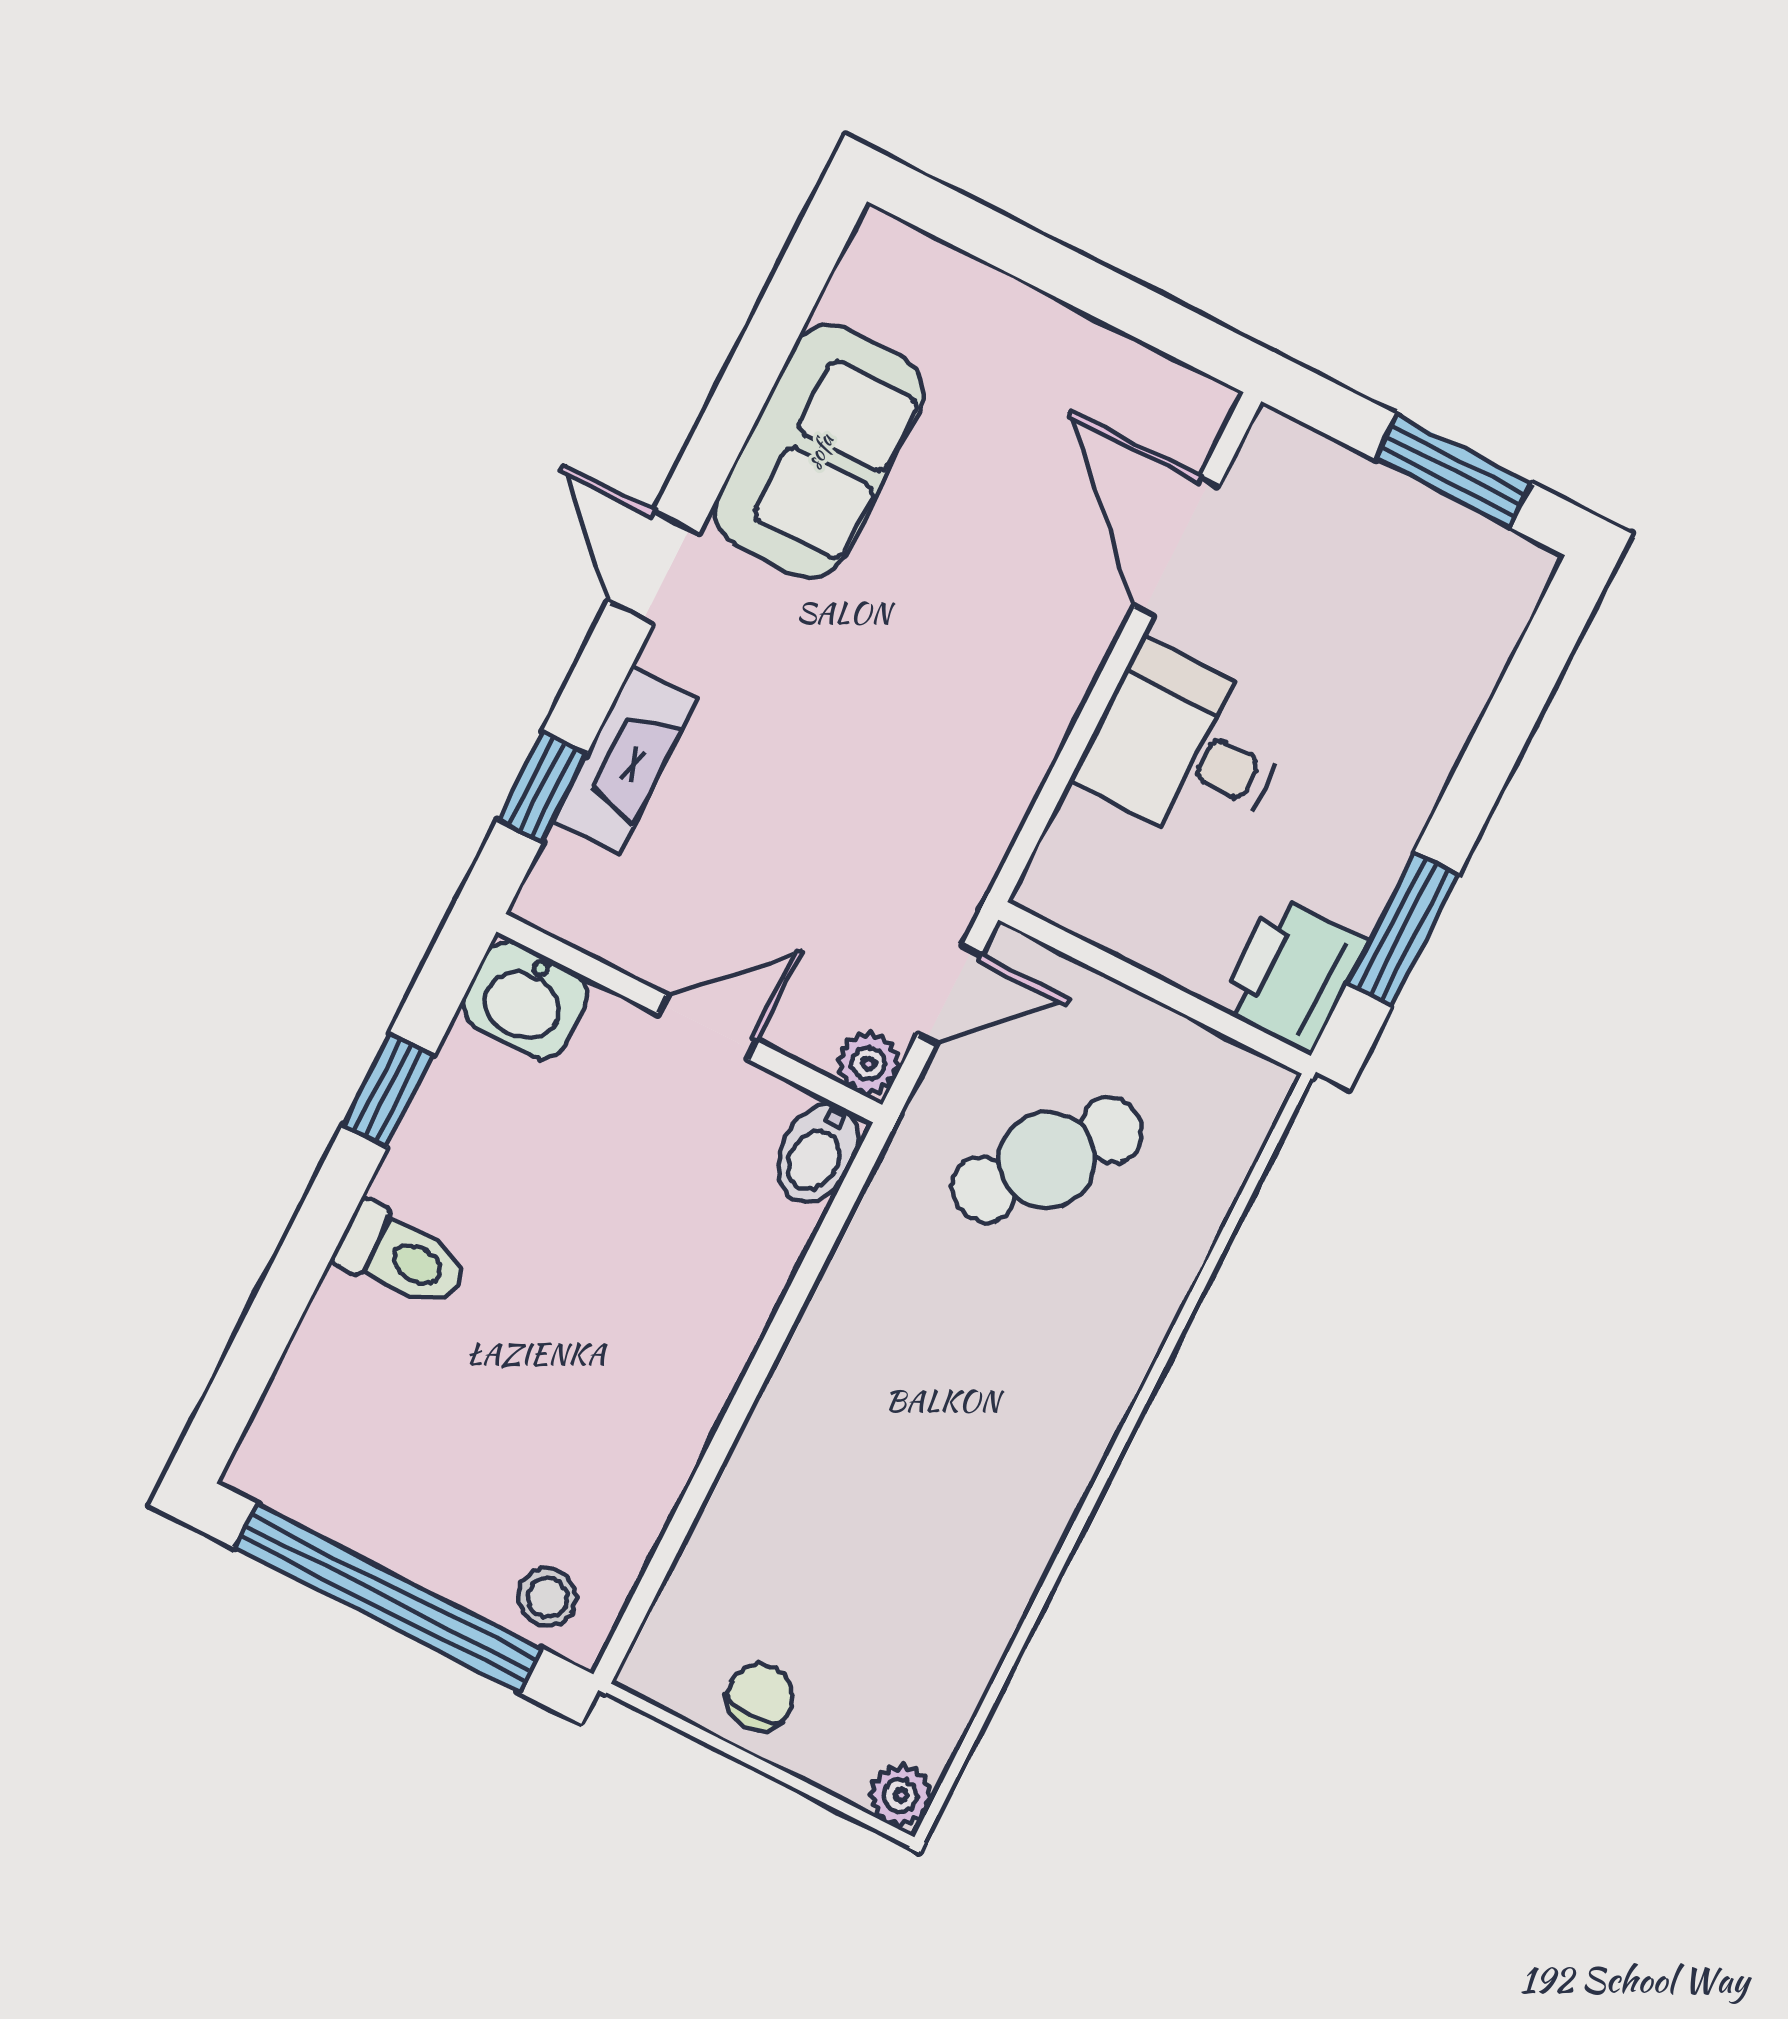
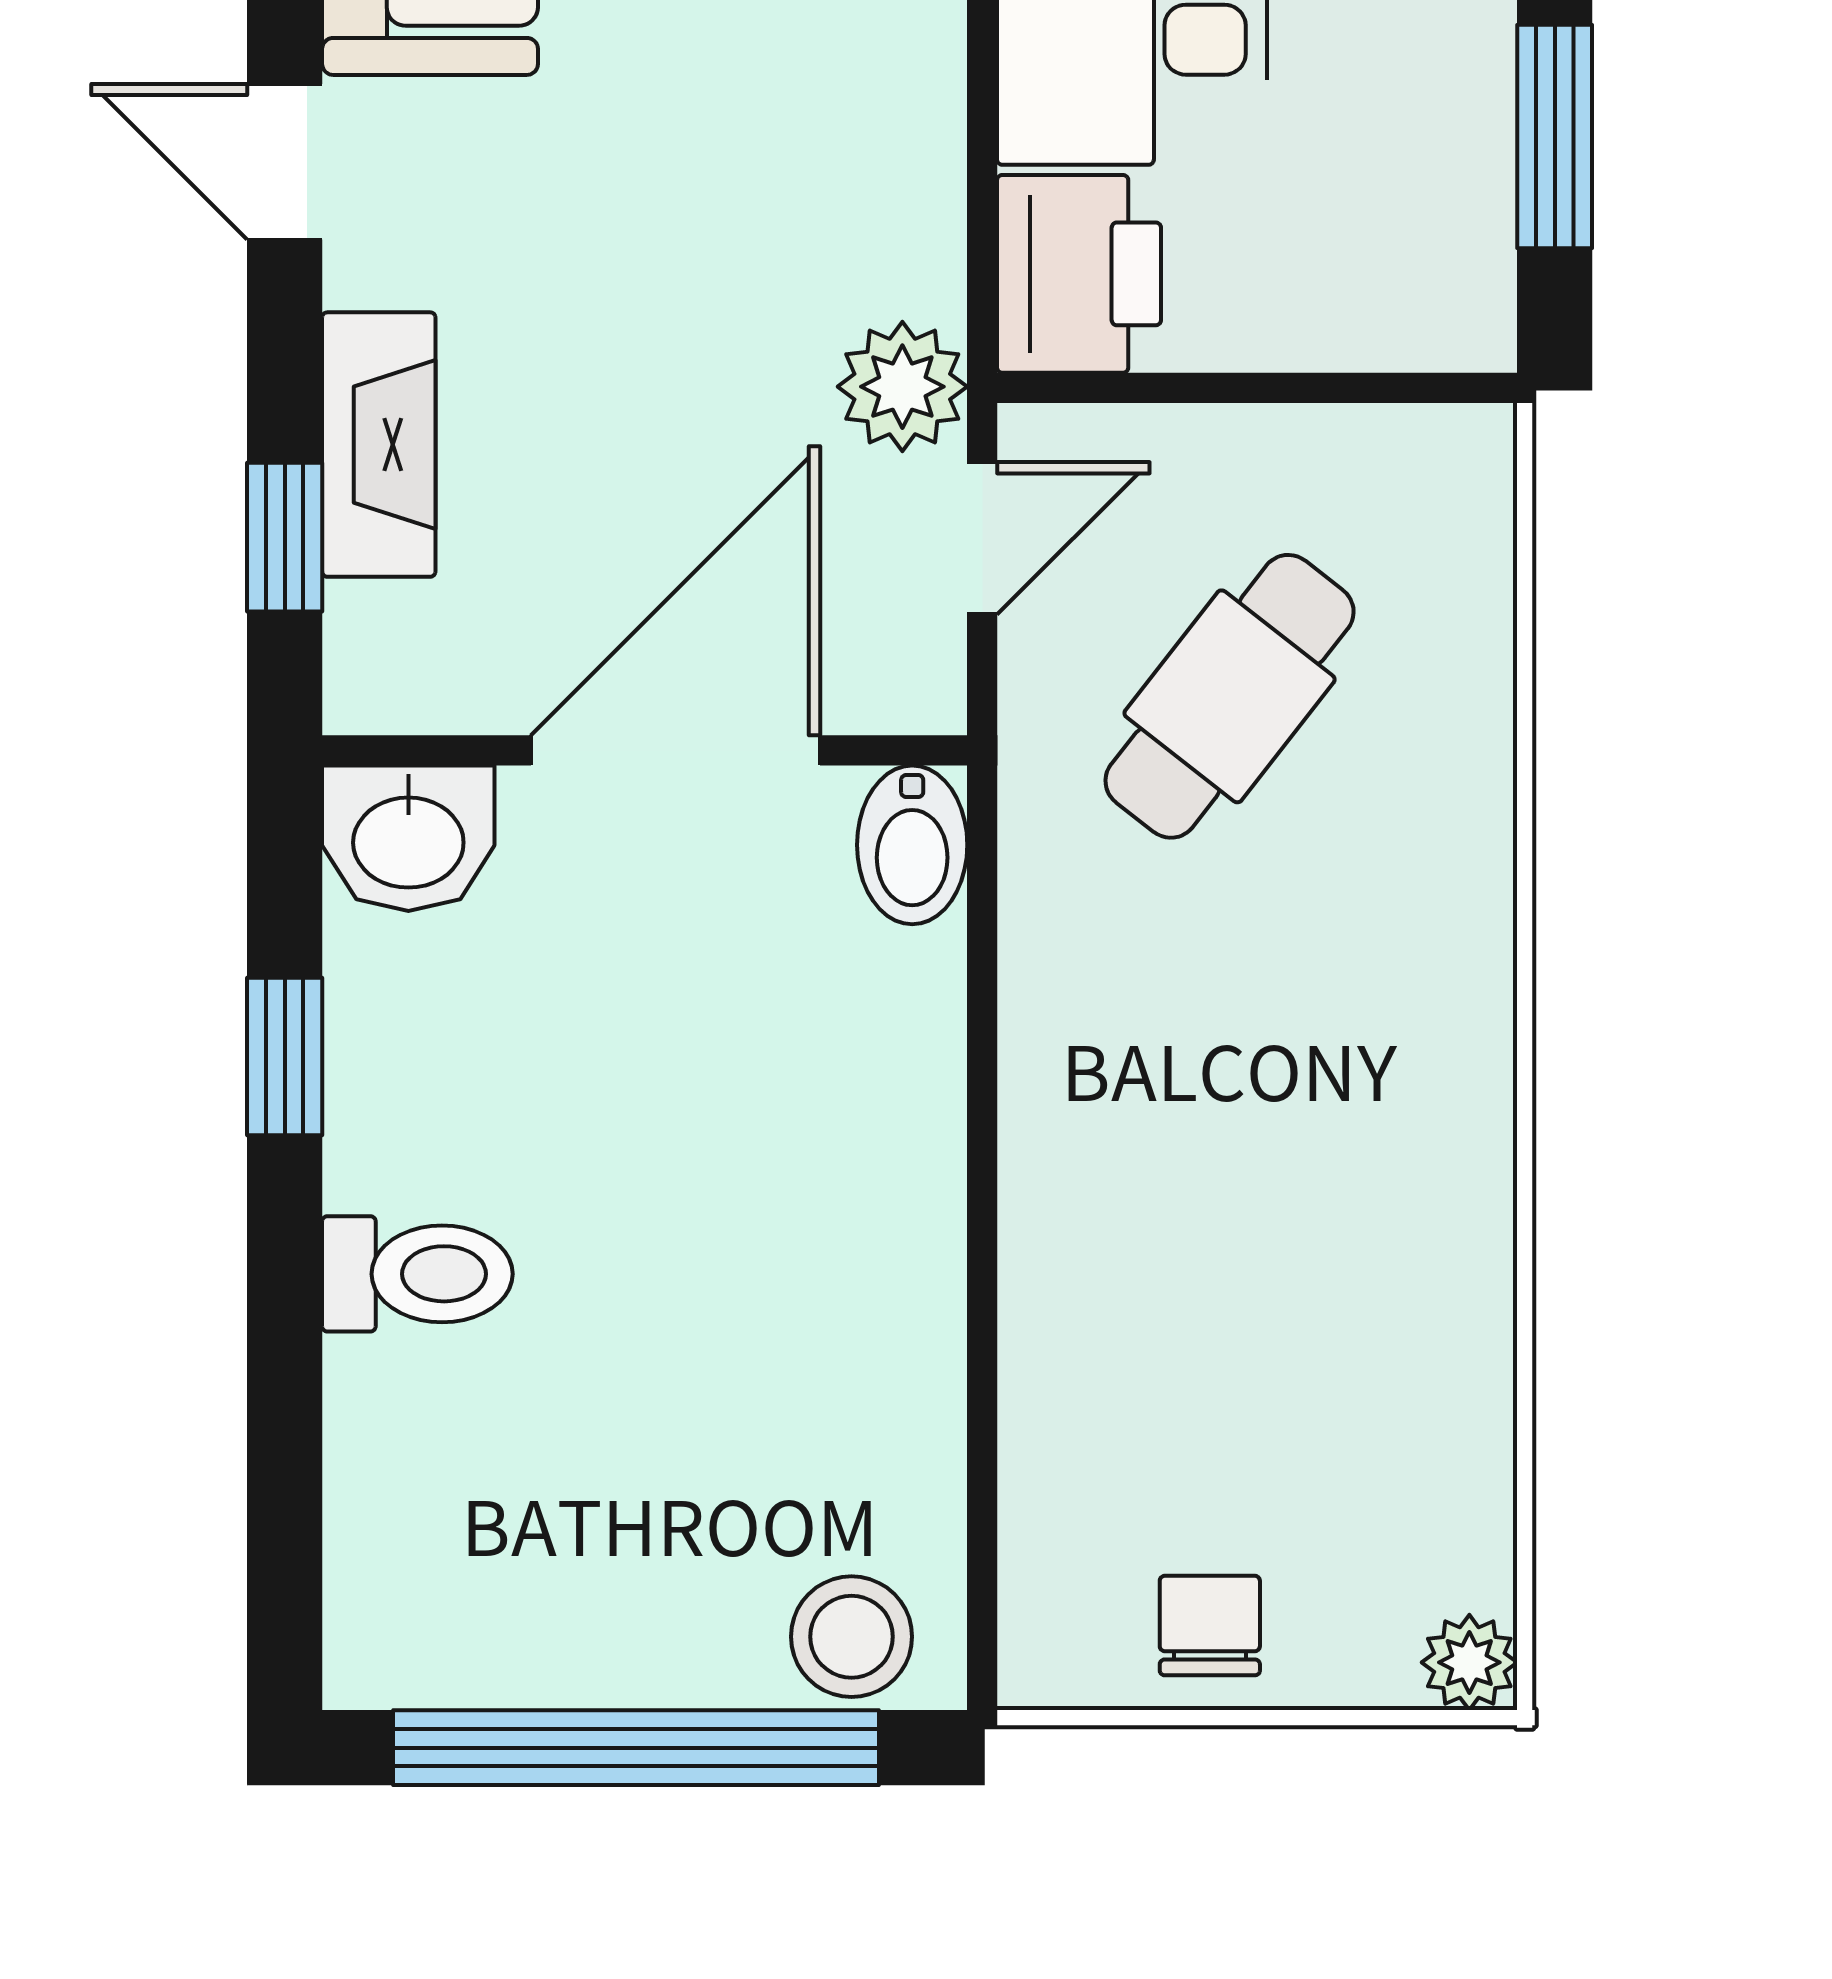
printer: (1292, 974) -> (1079, 274), moved, turned 180
door: (707, 1027) -> (676, 750), width x1.87
plant: (869, 1063) -> (902, 387), moved, width x1.38, depth x1.38
stool: (547, 1597) -> (852, 1637), width x1.37, depth x1.37

